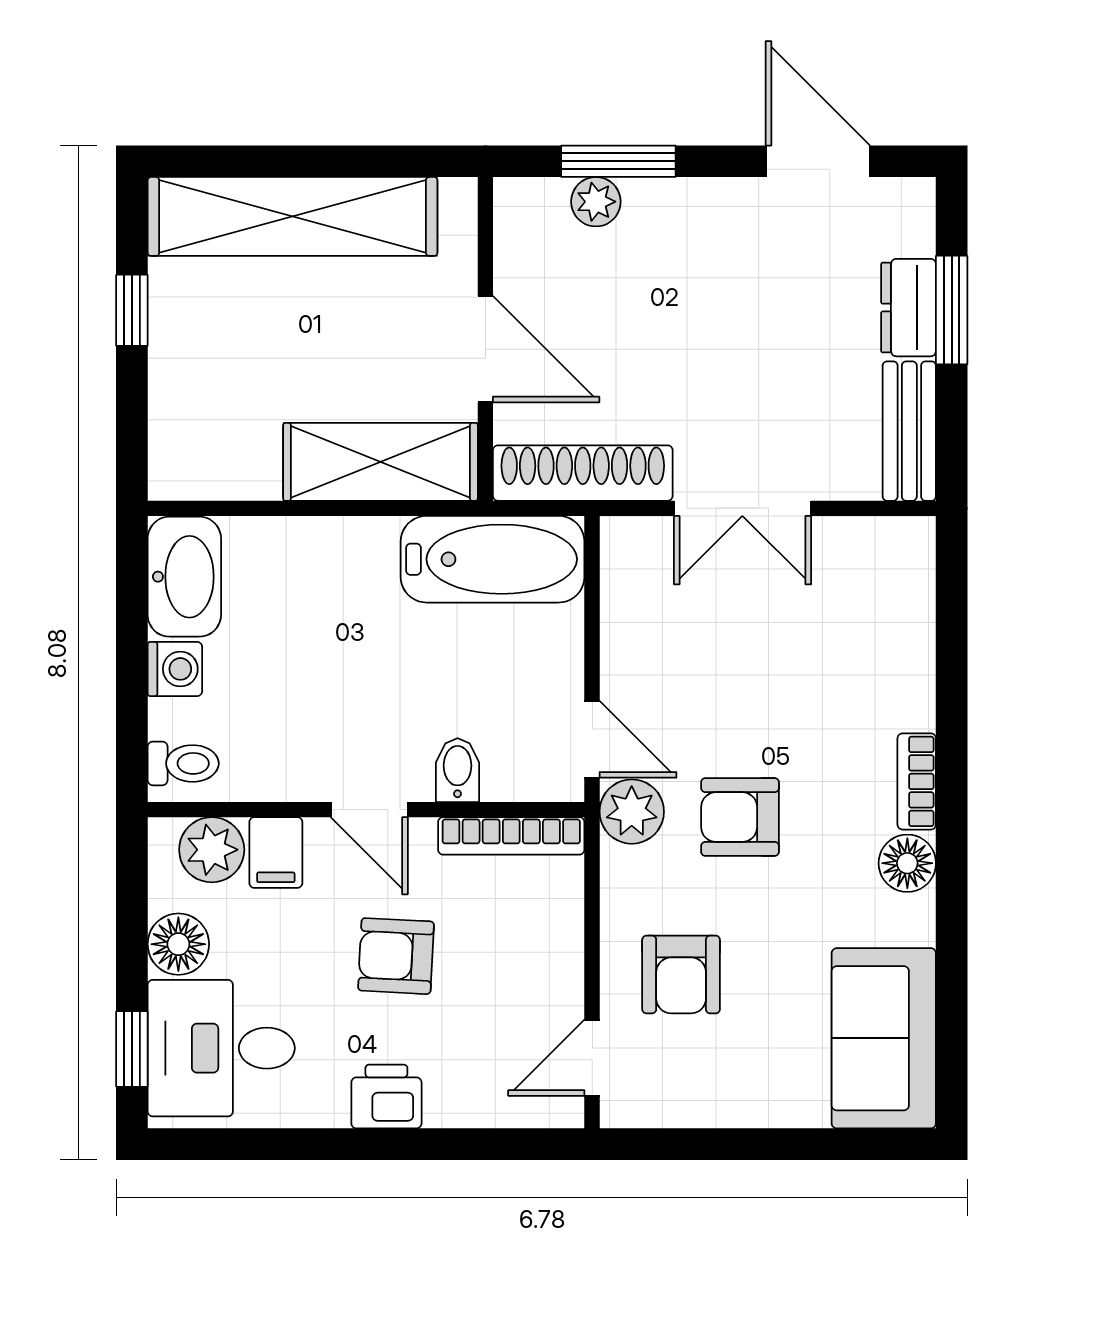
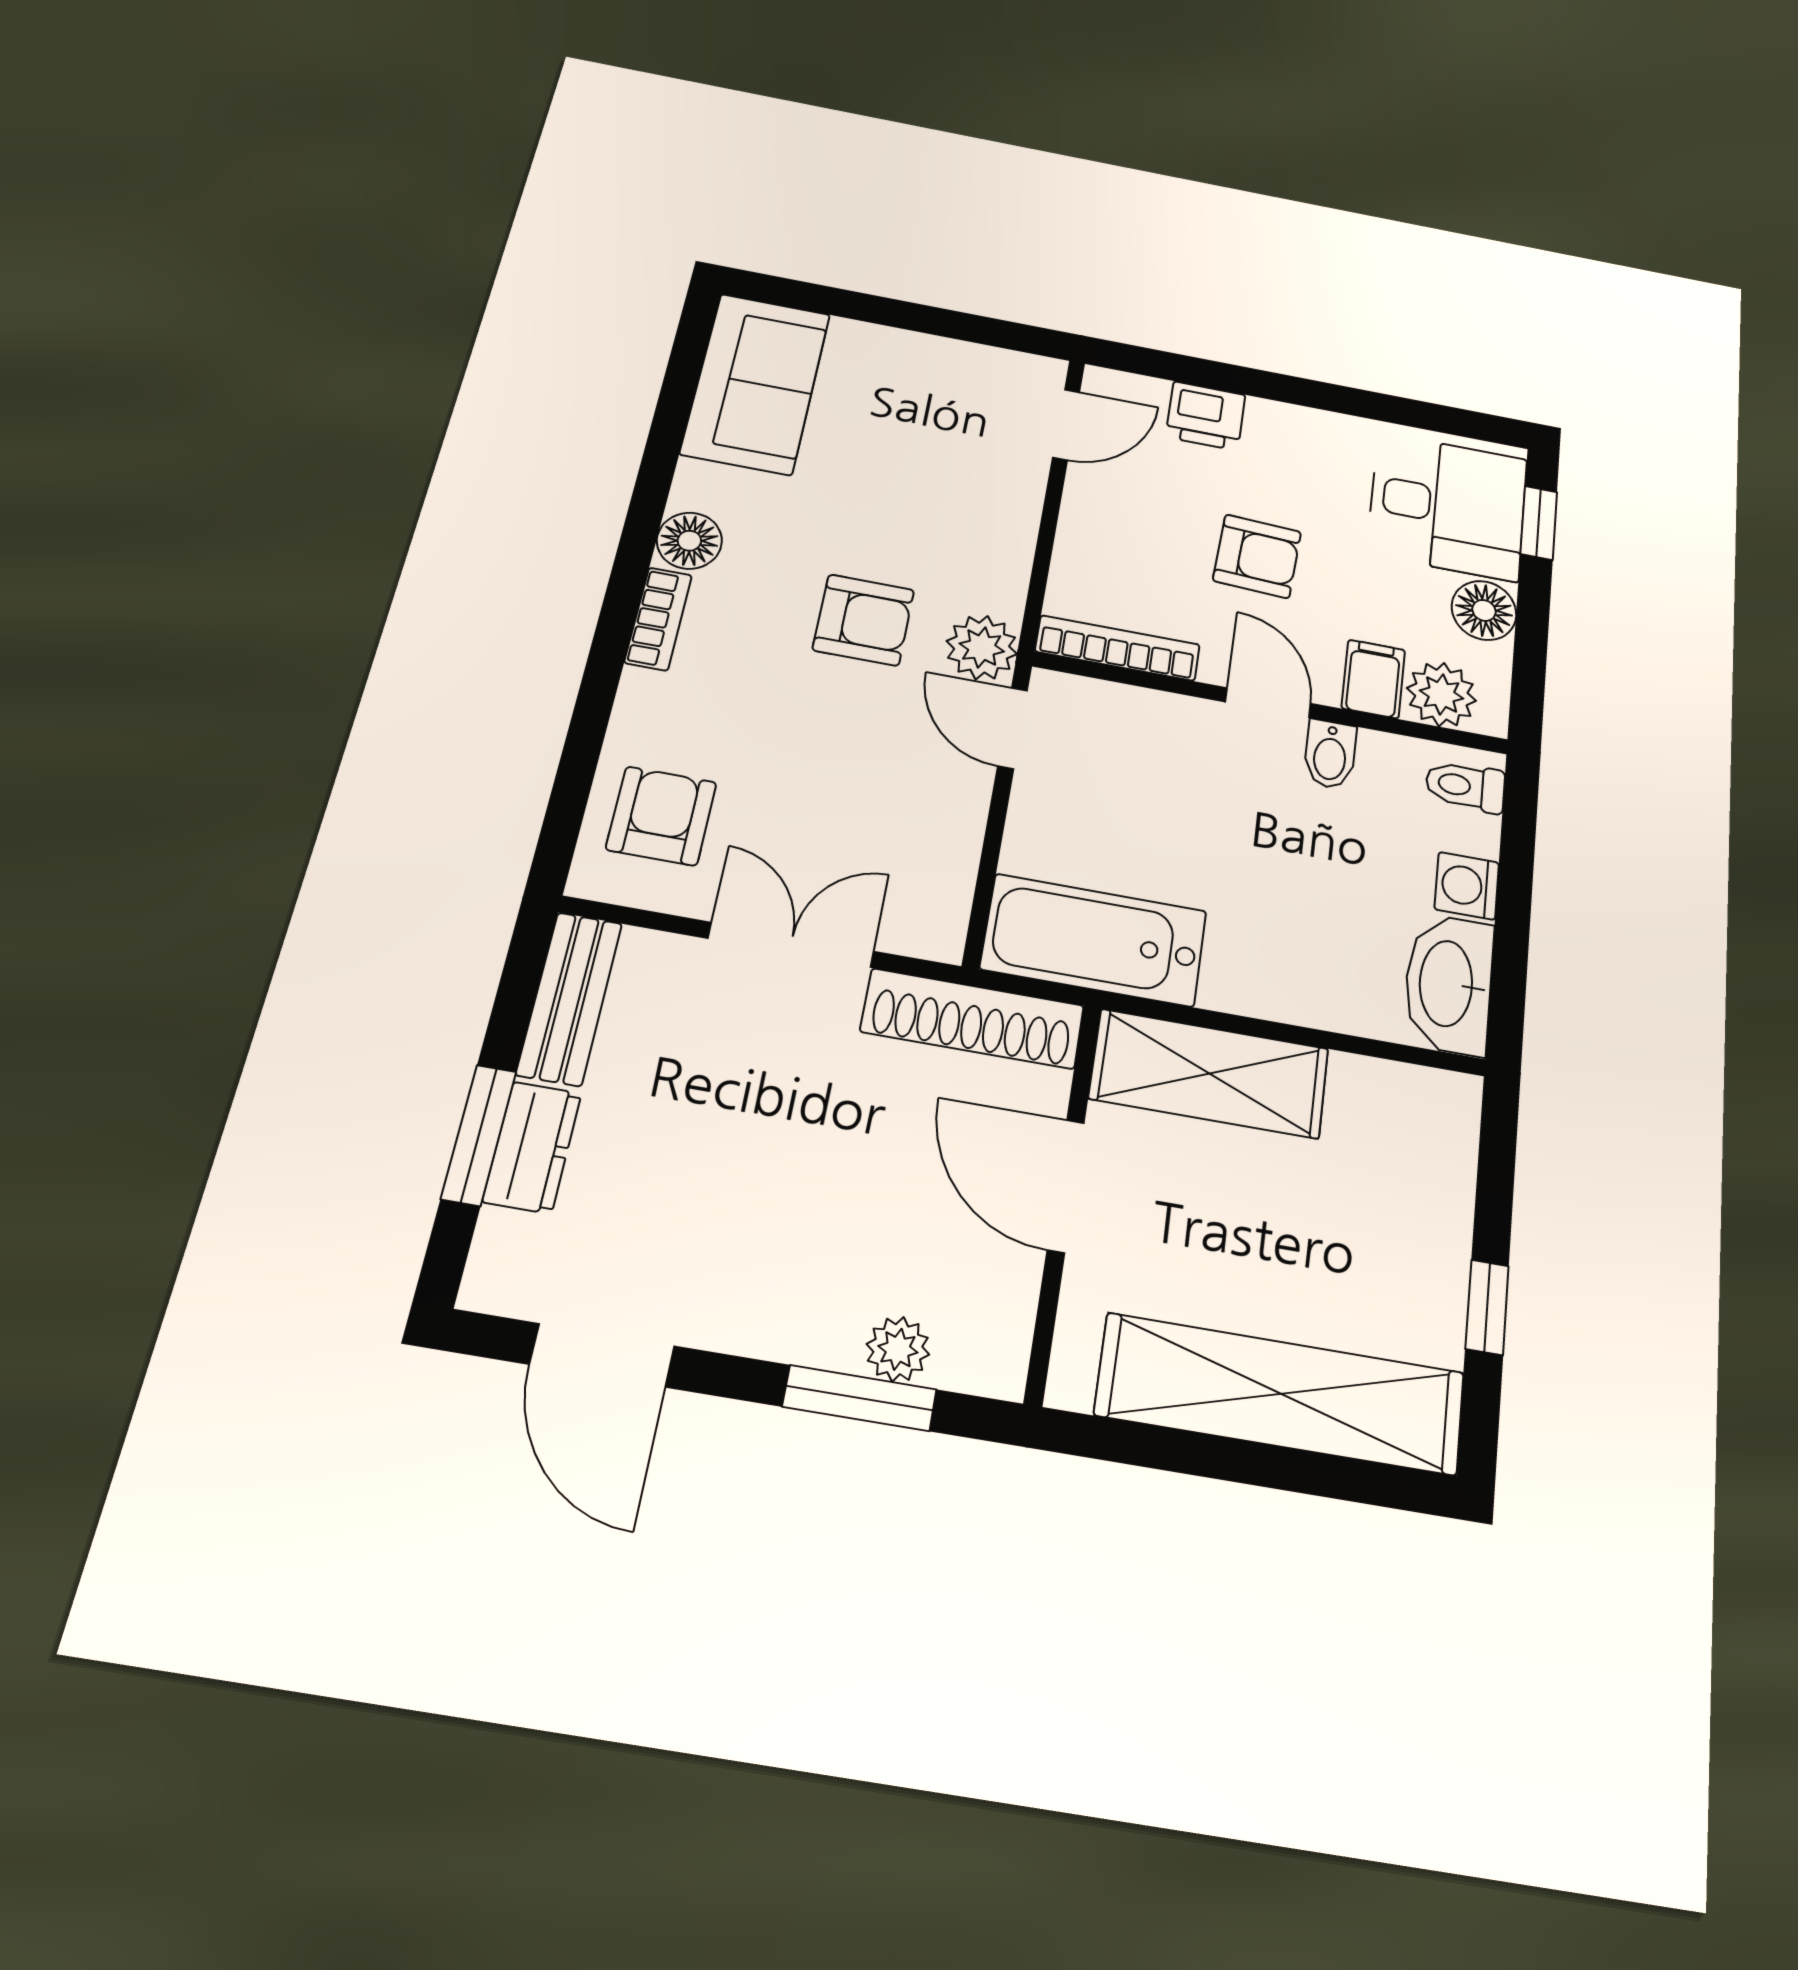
bidet: (458, 770) -> (1330, 754), moved
armchair: (681, 975) -> (661, 816), moved
printer: (386, 1097) -> (1206, 416), moved

